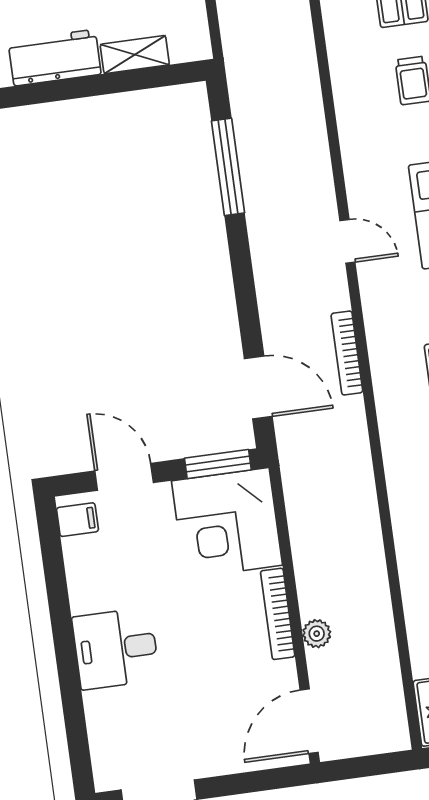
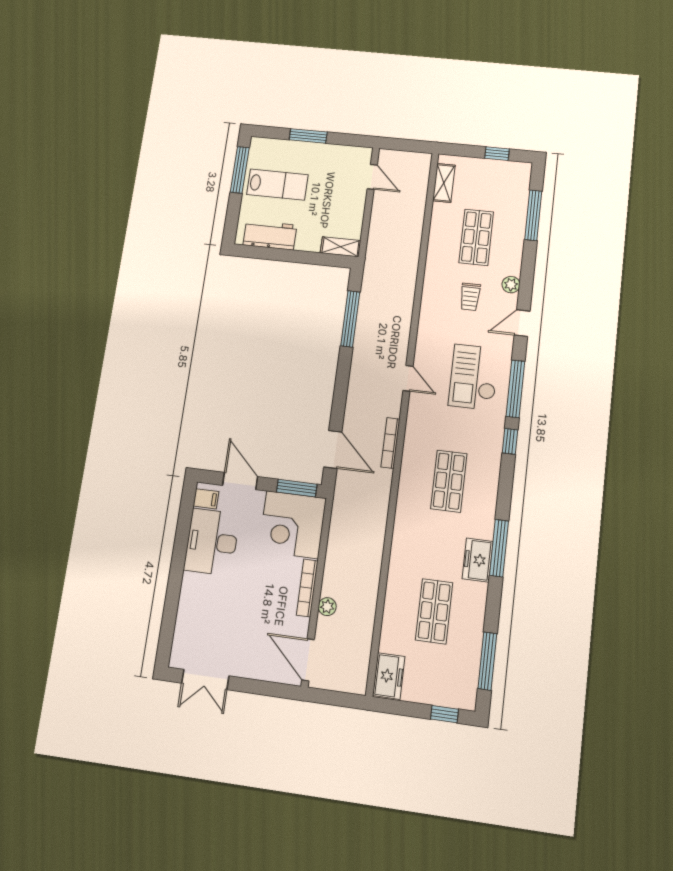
shelving: (135, 55) -> (340, 247), moved
desk: (116, 649) -> (212, 542), moved, width x1.37
door: (309, 721) -> (308, 660), hinge flipped

